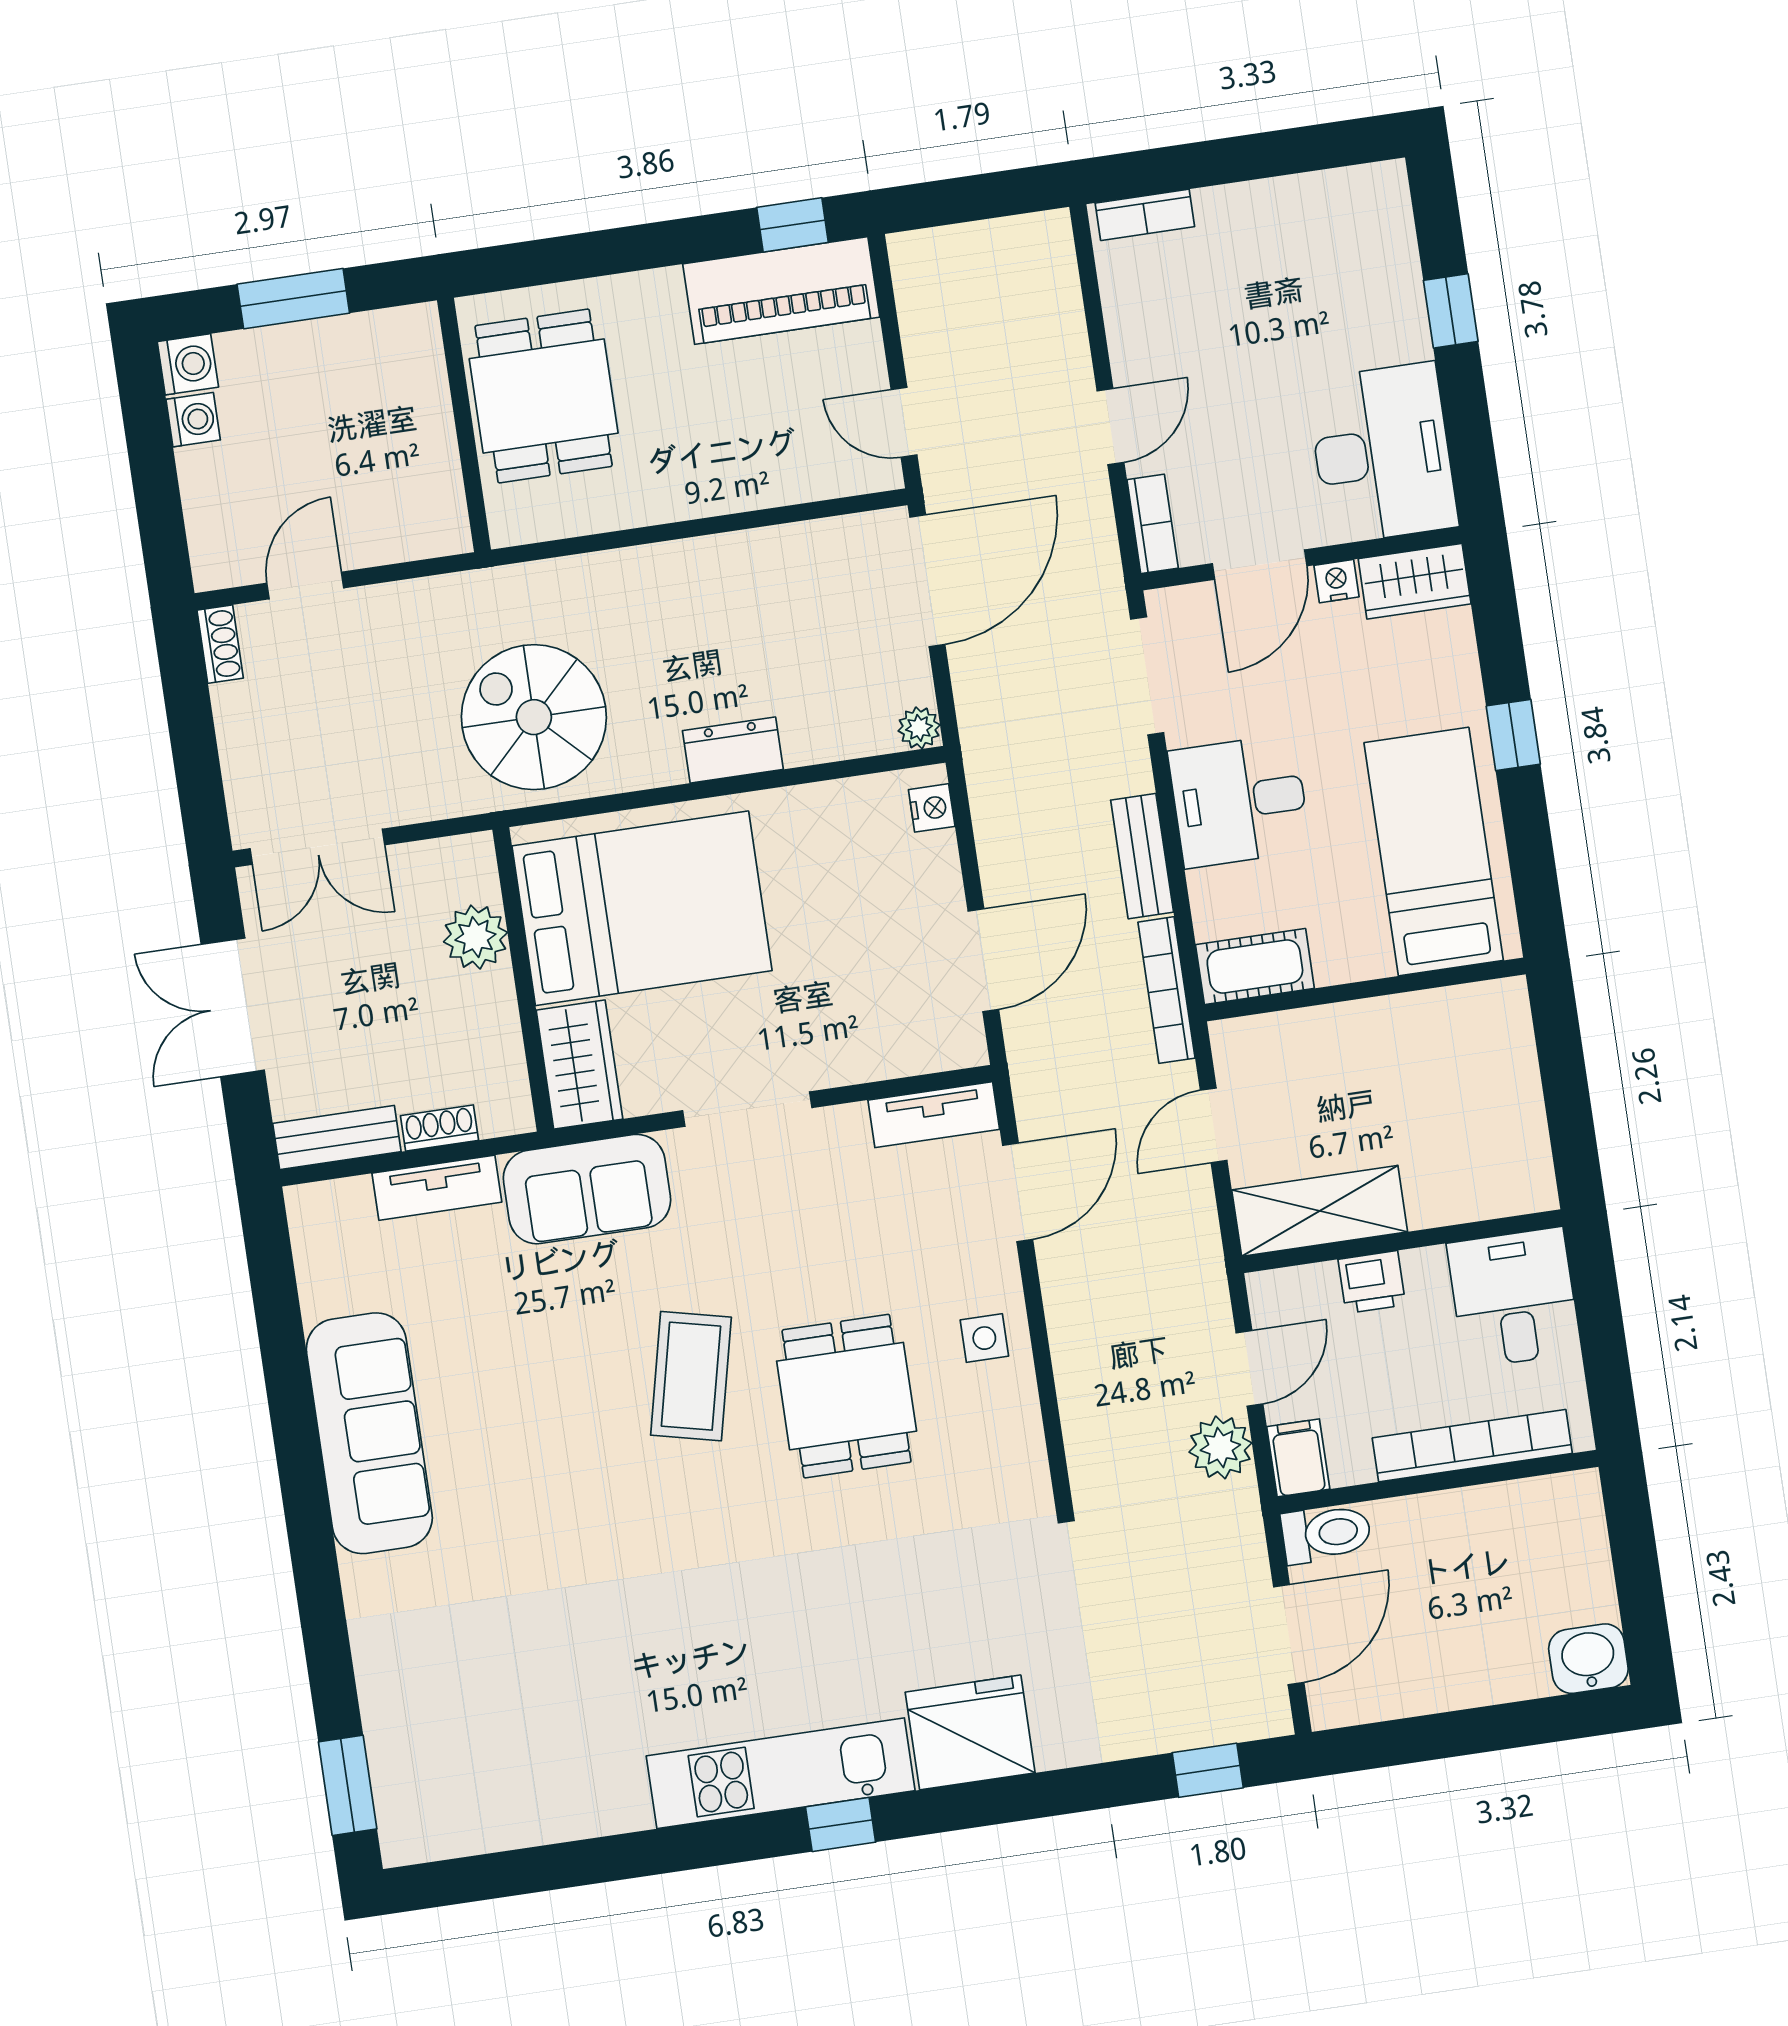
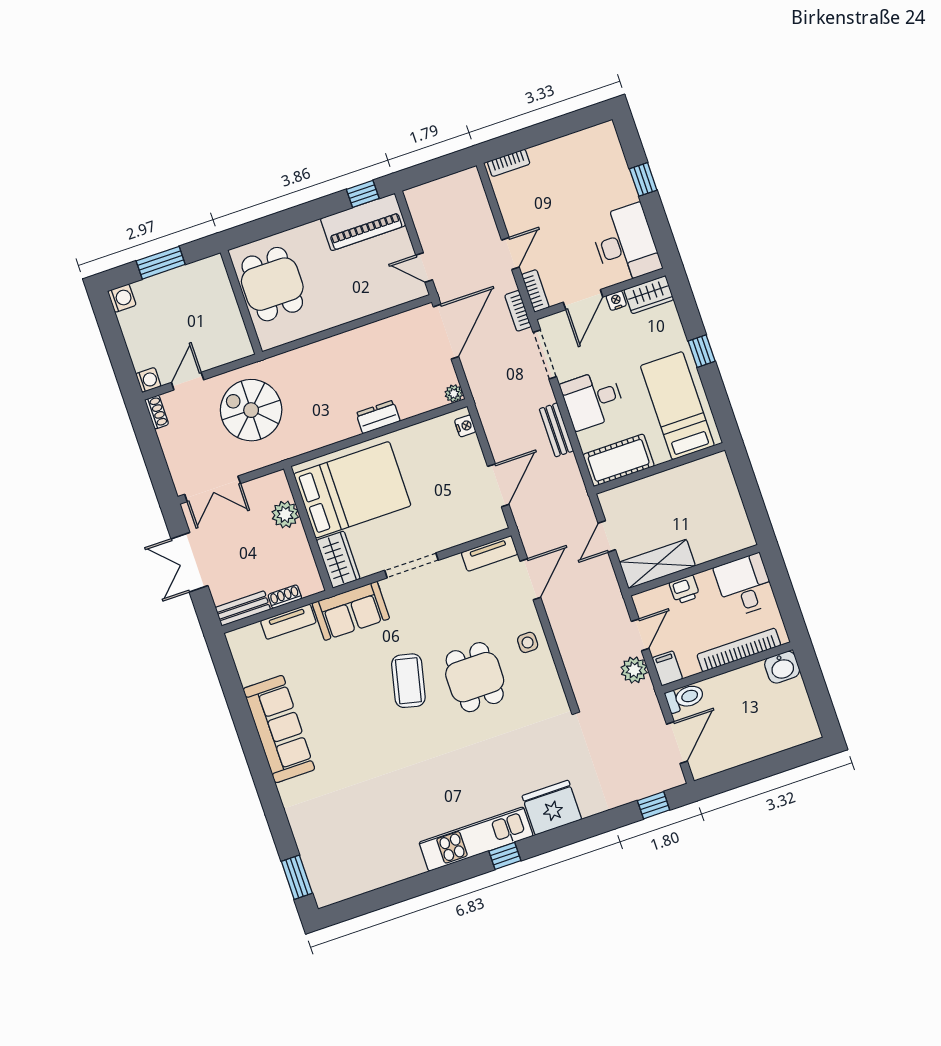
washing machine: (193, 420) -> (148, 380), moved
spiral stairs: (534, 717) -> (251, 410), moved
cot: (1255, 967) -> (619, 460), width x1.37, depth x1.34
bookcase: (1167, 990) -> (518, 311), moved, width x0.64
washbasin: (1588, 1659) -> (782, 667), moved, turned 180

